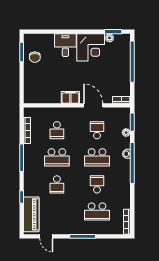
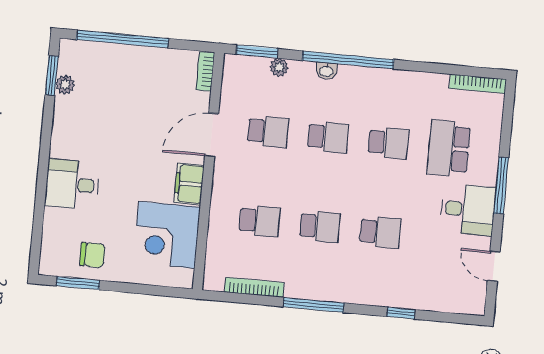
corner desk: (91, 47) -> (167, 235), moved, turned 180
school desk: (97, 130) -> (268, 132), turned 180
school desk: (57, 157) -> (320, 226), width x0.54
school desk: (97, 157) -> (328, 137), width x0.54
school desk: (97, 184) -> (388, 143), turned 180
school desk: (97, 211) -> (449, 148), turned 180
piano: (31, 214) -> (442, 295), removed
desk: (71, 223) -> (468, 210), added
door: (46, 236) -> (494, 266), swing flipped

